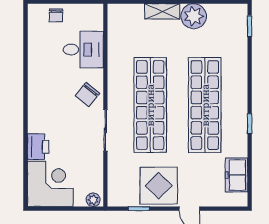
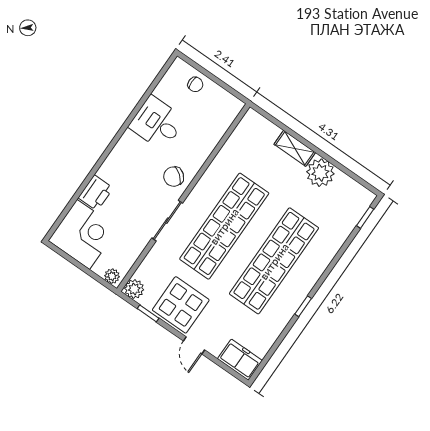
chair: (56, 15) -> (195, 84), turned -90
desk: (83, 50) -> (157, 123), moved, turned 180
freezer: (236, 175) -> (240, 360), moved, turned 90
plant: (116, 198) -> (134, 289), added

